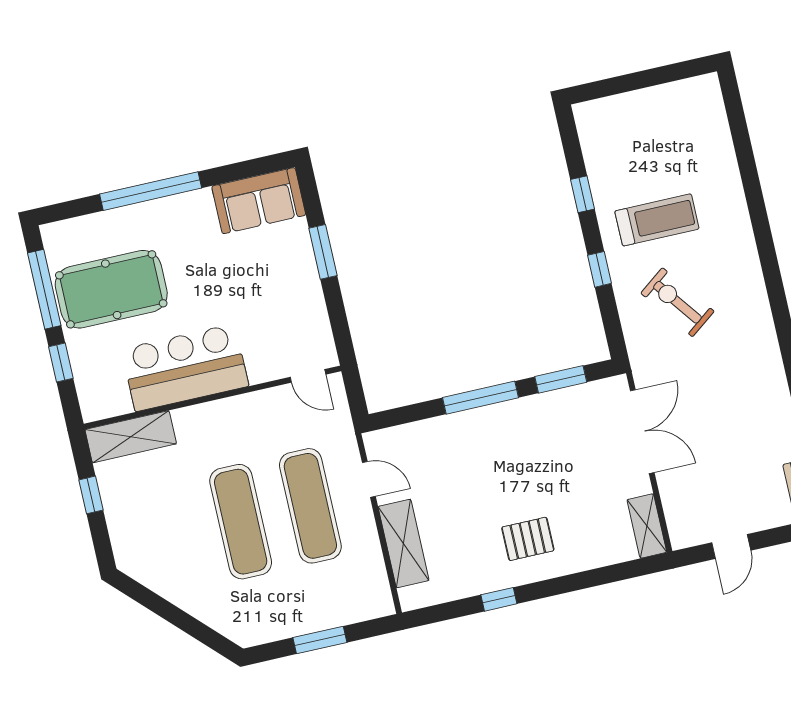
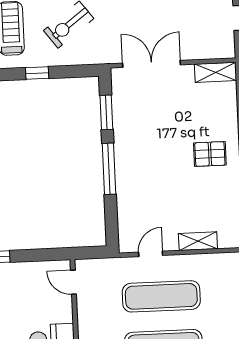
door: (308, 376) -> (73, 282), swing flipped
pallet: (528, 539) -> (210, 154), turned 90
shelving: (403, 543) -> (198, 241), width x0.67, depth x0.75

